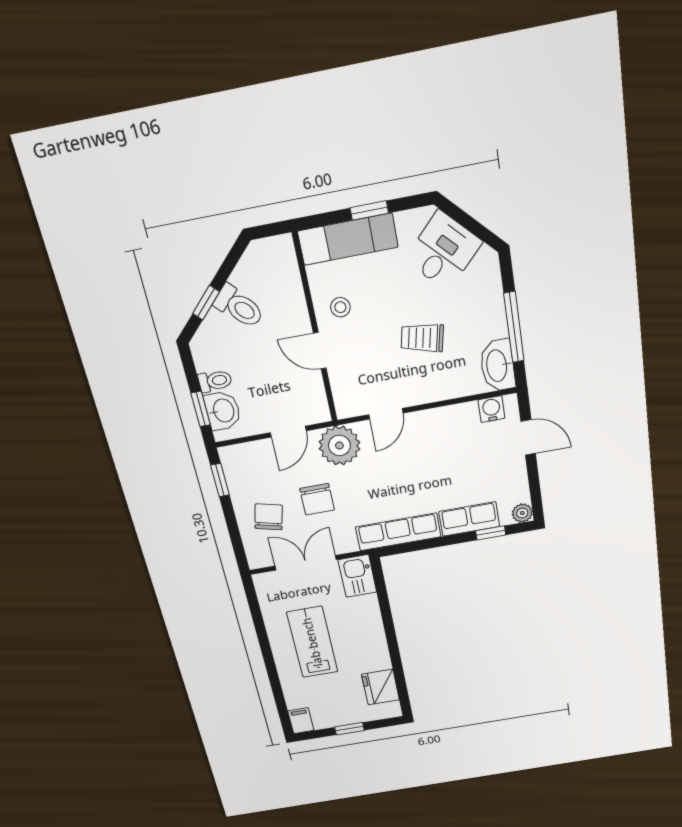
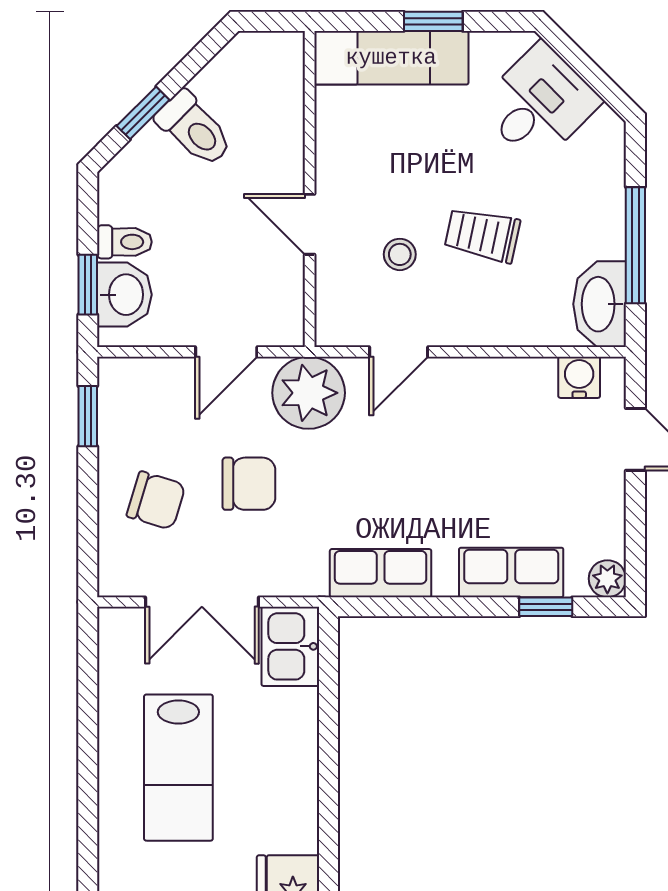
stool: (340, 307) -> (400, 254), moved
chair: (317, 499) -> (249, 484), turned -90
chair: (269, 517) -> (156, 500), turned 93
row of seats: (398, 532) -> (381, 573), width x0.68
double door: (306, 563) -> (202, 602), swing flipped
lab bench: (312, 642) -> (178, 768), turned 180

